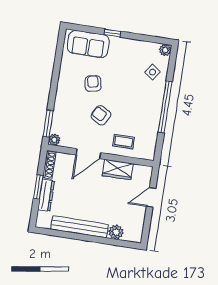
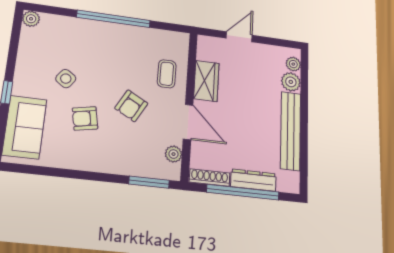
side table: (153, 72) -> (66, 79), moved
plant: (54, 140) -> (174, 154), moved
window: (38, 187) -> (243, 192), width x2.11
door: (151, 197) -> (239, 37), swing flipped
plant: (130, 236) -> (293, 64), added

